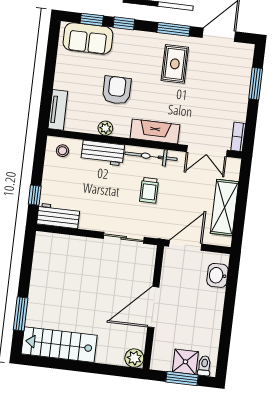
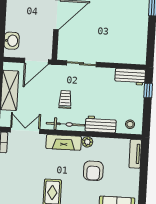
plant: (105, 128) -> (87, 142), moved

